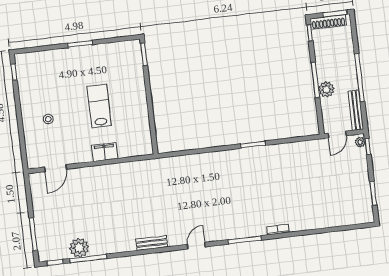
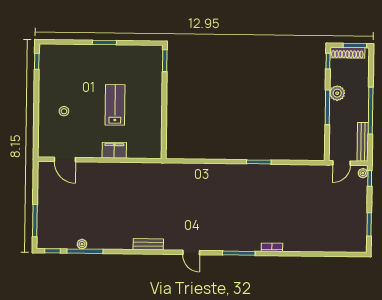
plant: (326, 89) -> (337, 93), moved
door: (56, 168) -> (65, 160), hinge flipped
door: (196, 246) -> (191, 253), swing flipped
plant: (79, 248) -> (82, 244), width x0.53, depth x0.53

